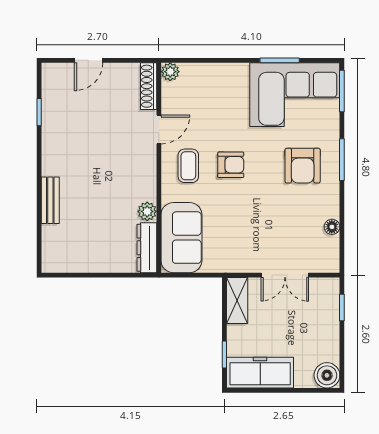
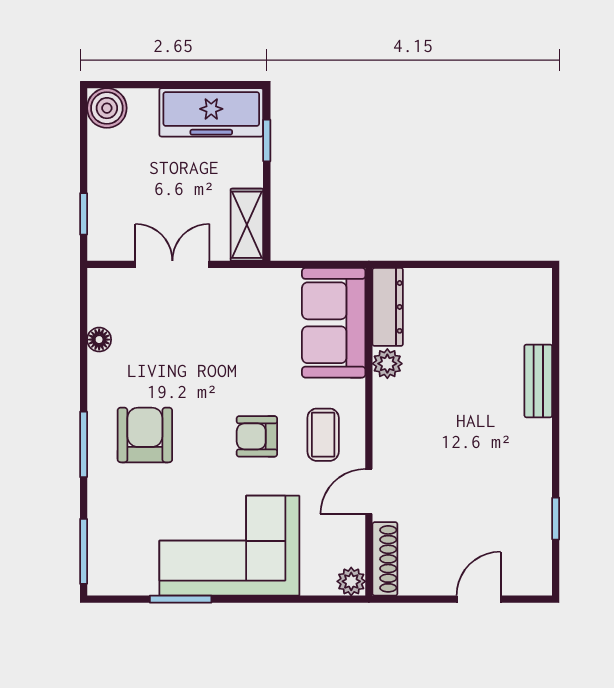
corner sofa: (295, 95) -> (229, 546), moved

